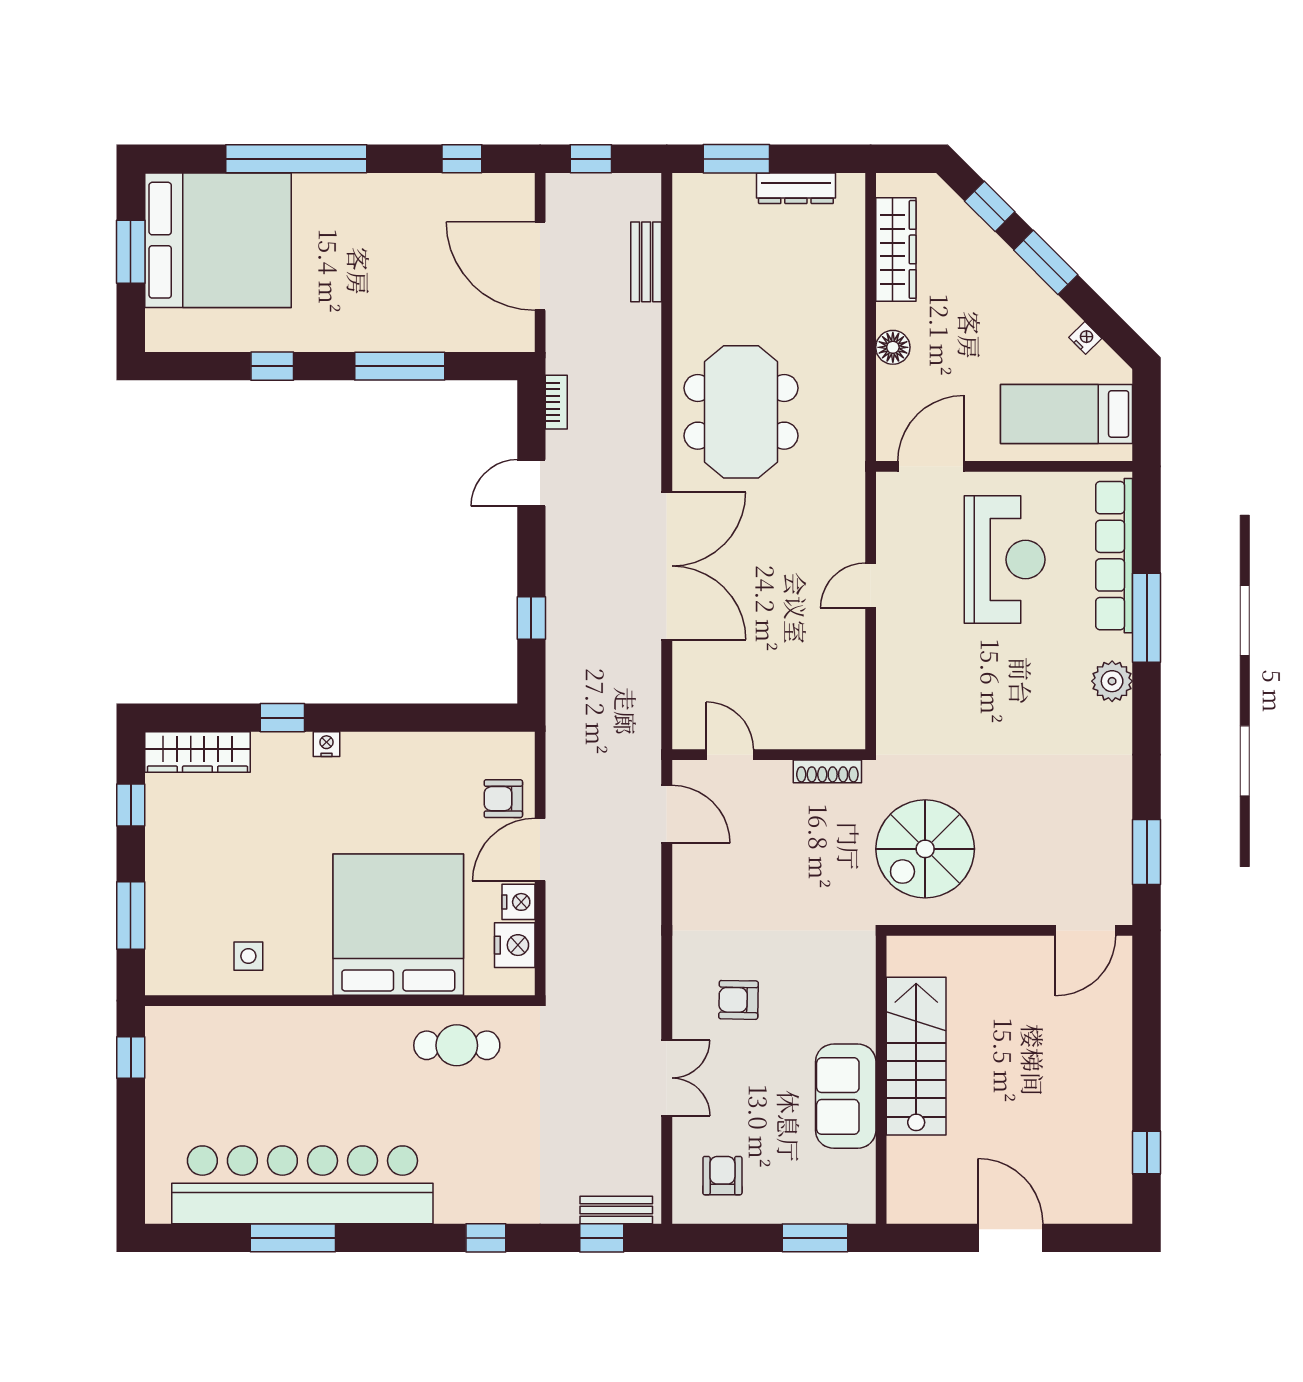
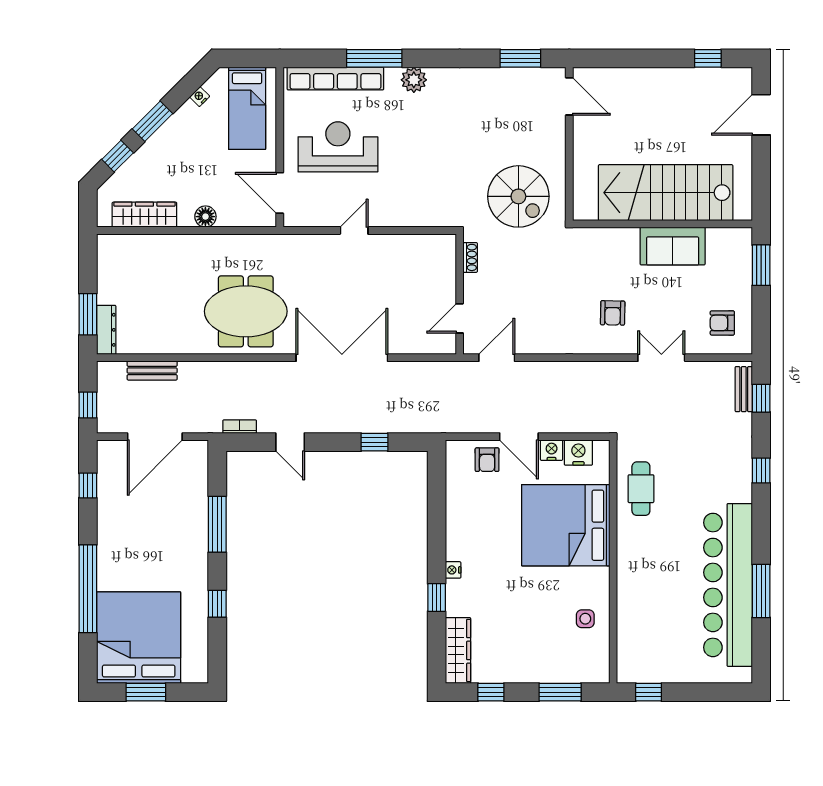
dresser: (796, 188) -> (106, 330), moved
door: (871, 586) -> (354, 230), swing flipped
shoe rack: (827, 771) -> (470, 257), width x0.70
stairs: (916, 1056) -> (666, 193), width x1.36, depth x1.51
door: (1010, 1238) -> (761, 115), moved

